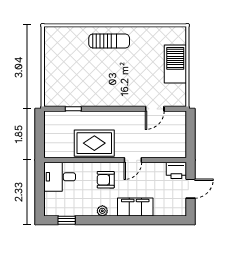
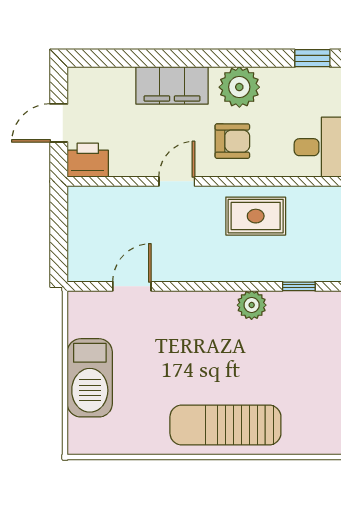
sun lounger: (109, 41) -> (225, 425), width x1.36, depth x1.34
plant: (96, 100) -> (252, 305), added
rug: (94, 143) -> (256, 216), width x0.73, depth x0.70
plant: (102, 211) -> (239, 87), width x1.88, depth x1.88

